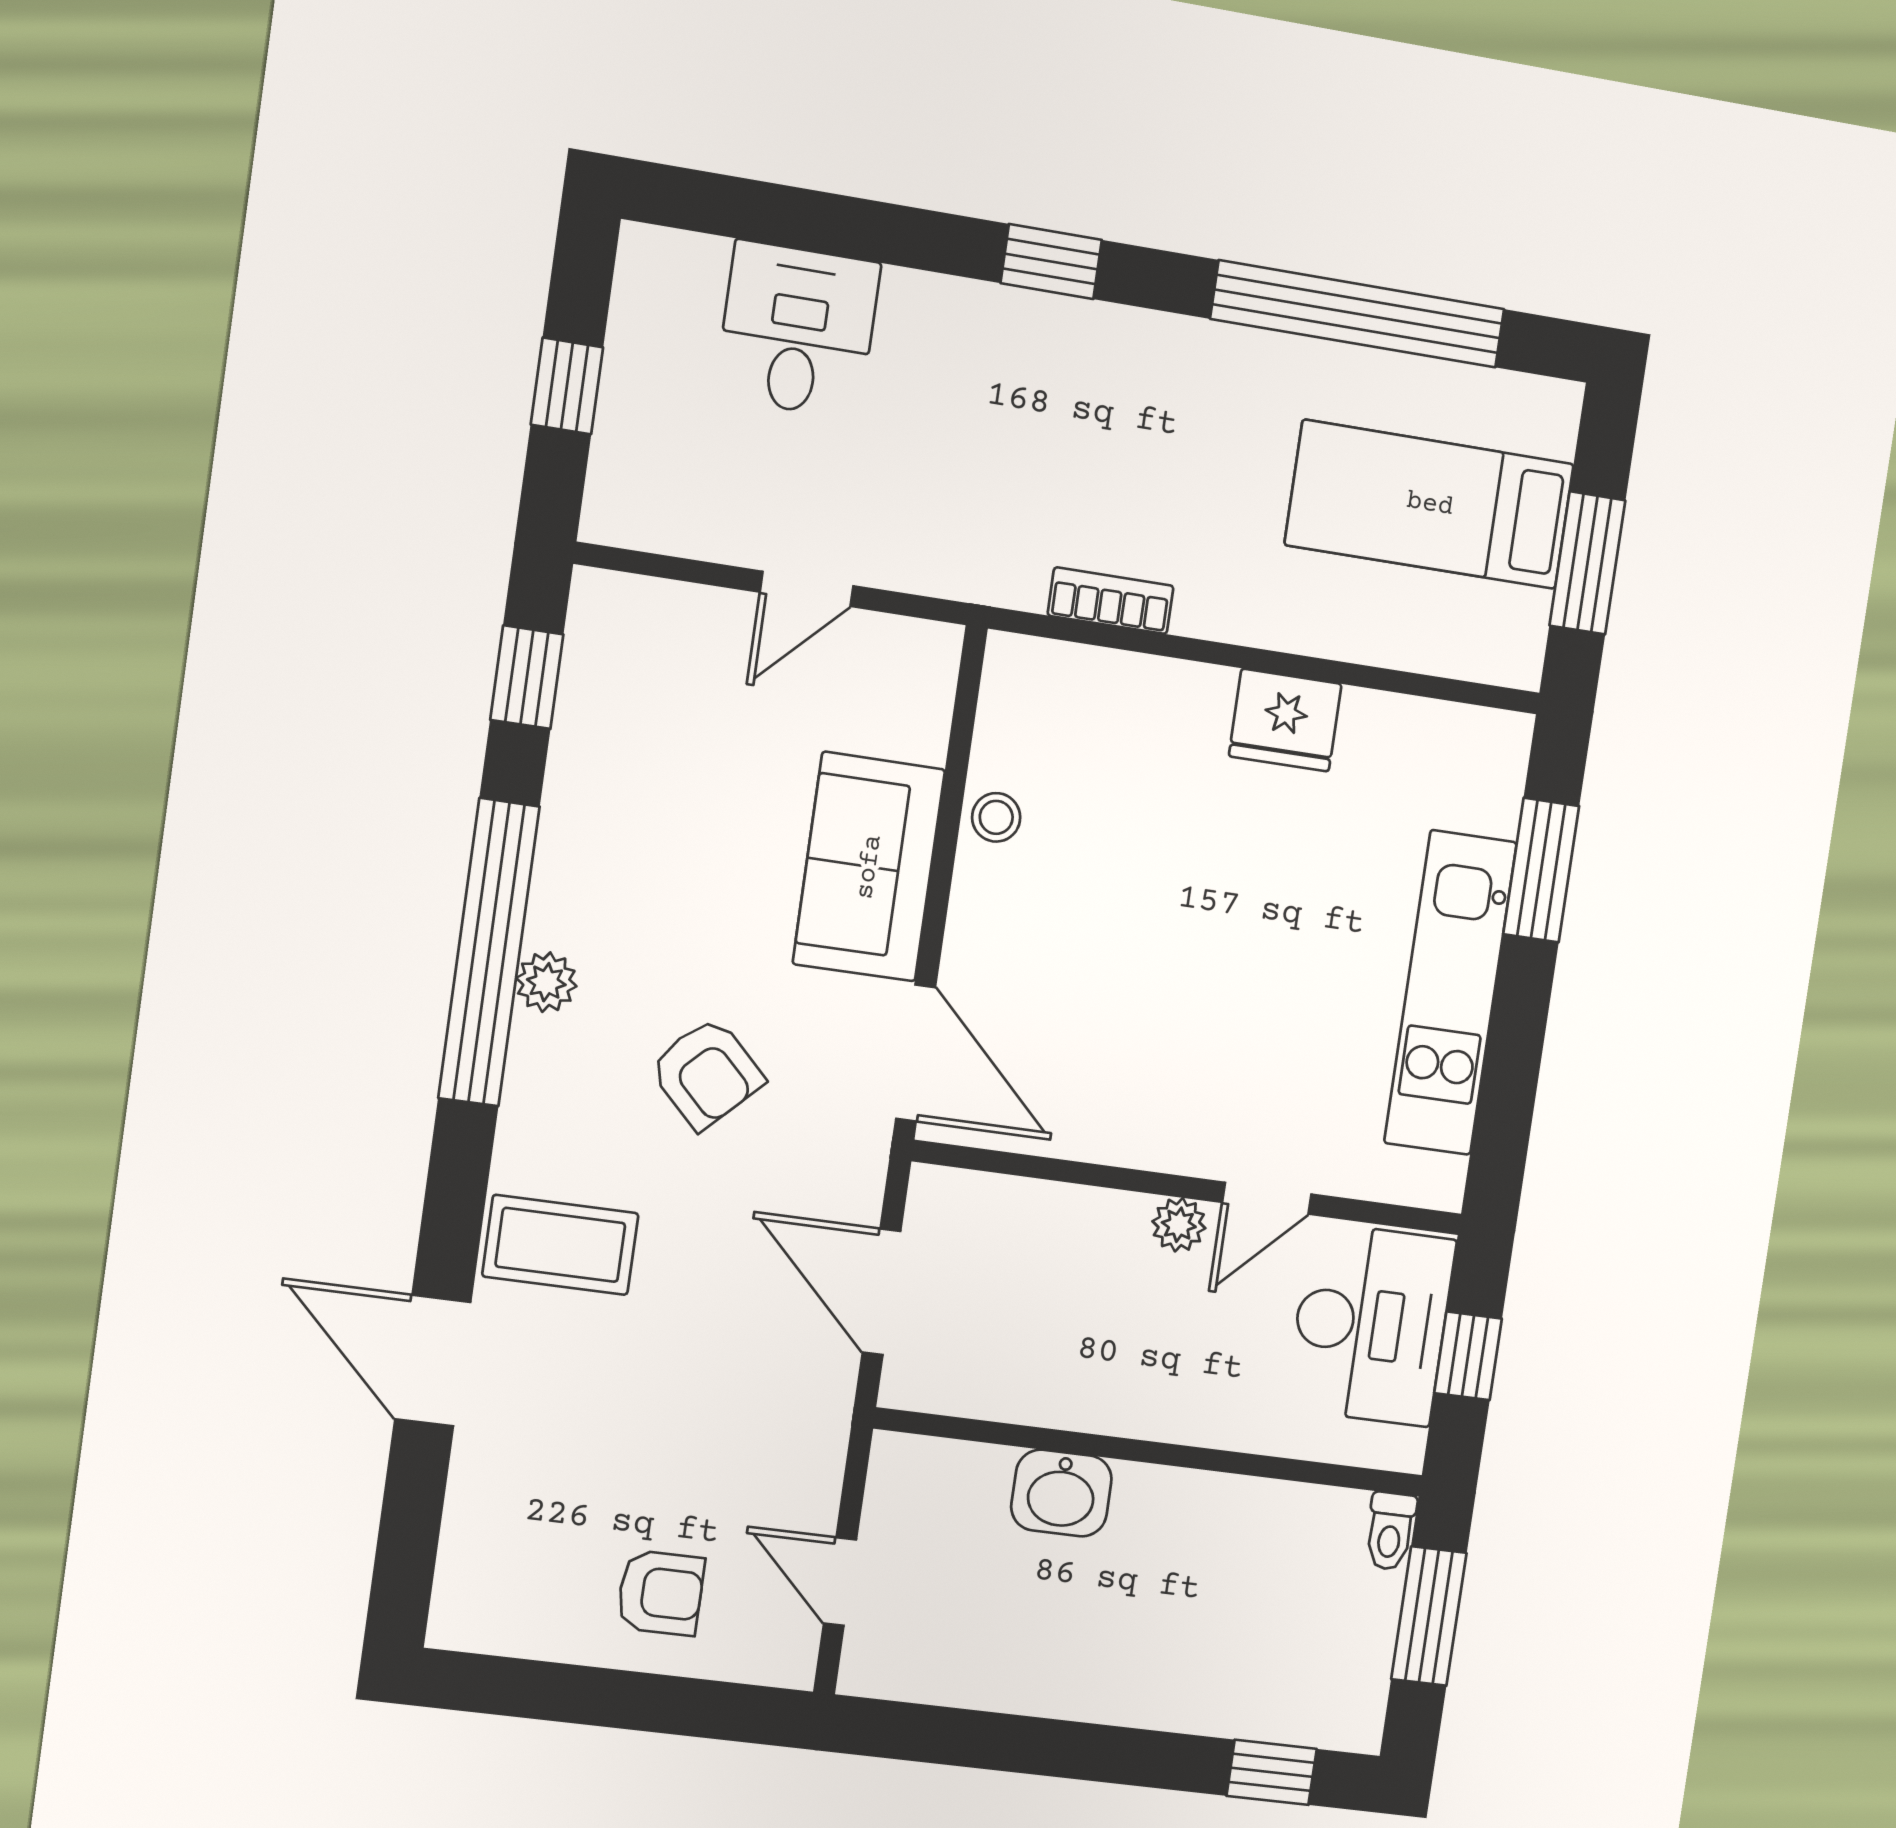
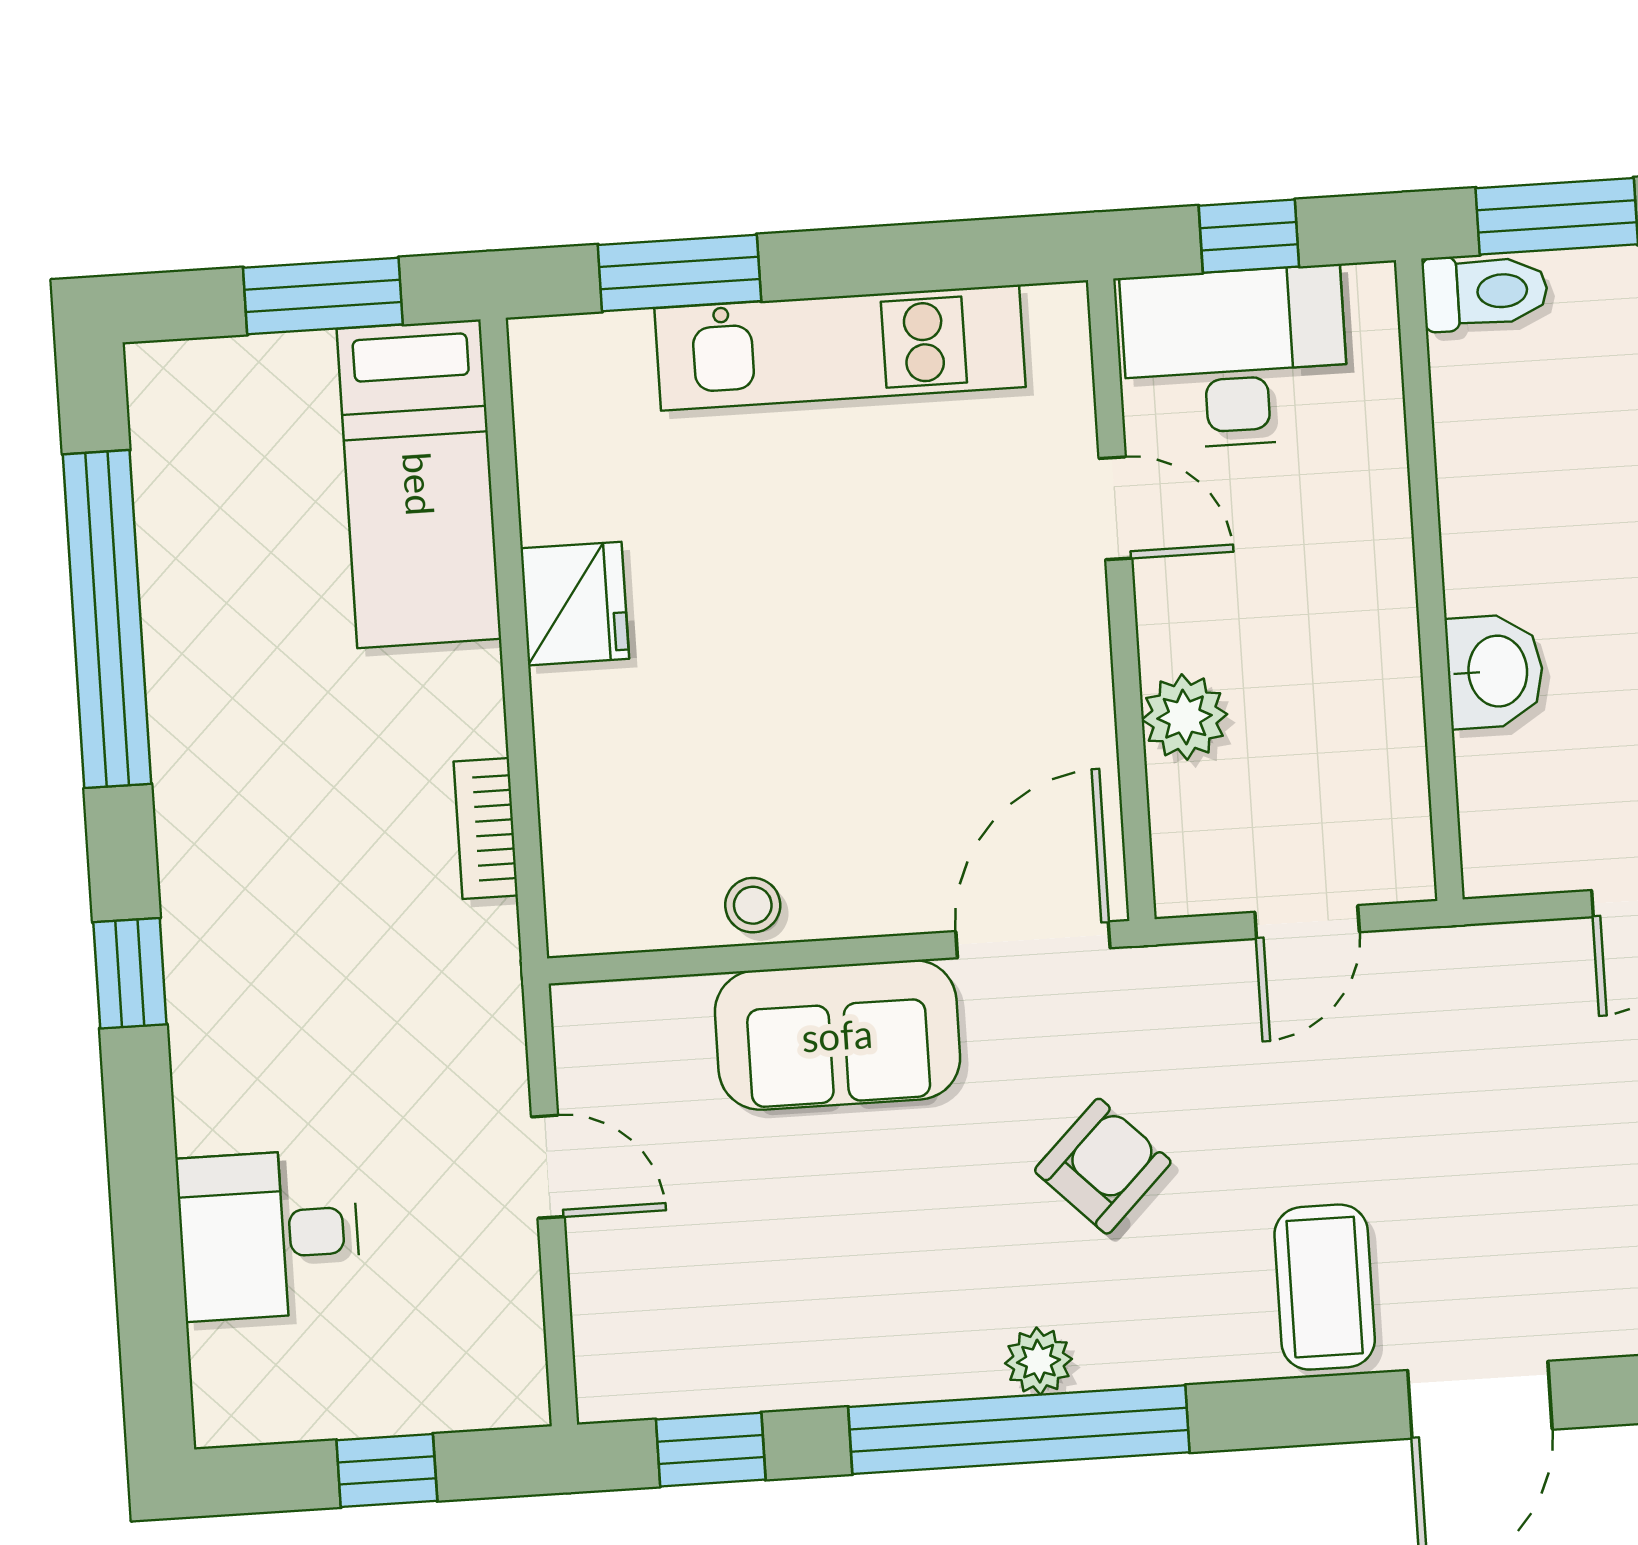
bed: (1430, 504) -> (419, 484), moved
plant: (1179, 1225) -> (1184, 717), moved, width x1.38, depth x1.38
door: (881, 1292) -> (1307, 922), width x0.73
toilet: (1390, 1531) -> (1485, 292), width x1.37, depth x1.39

